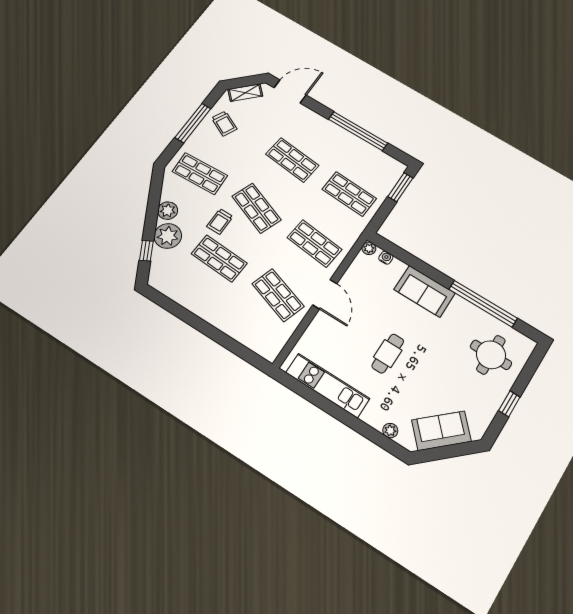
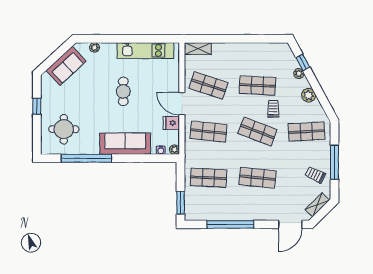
plant: (168, 236) -> (299, 74), width x0.53, depth x0.53
fridge: (352, 280) -> (171, 123), added
sofa: (425, 291) -> (125, 144), width x1.36
shelving: (261, 346) -> (198, 49), added

